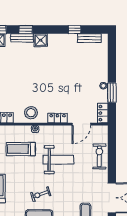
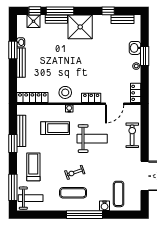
window: (26, 30) -> (60, 11), width x2.17
shower: (41, 40) -> (80, 27), width x1.86, depth x1.86
washbasin: (102, 67) -> (135, 48), added
window: (112, 93) -> (145, 56), moved
treadmill: (21, 149) -> (55, 128), turned 180

